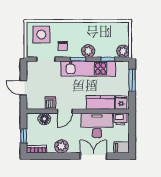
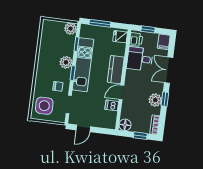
door: (23, 88) -> (83, 128), moved
kitchen counter: (101, 102) -> (116, 70), moved
door: (65, 111) -> (122, 92), swing flipped
floor lamp: (44, 119) -> (125, 125), moved
desk: (97, 125) -> (140, 59), width x0.73
window: (132, 130) -> (148, 29), added
window: (64, 156) -> (165, 99), added

